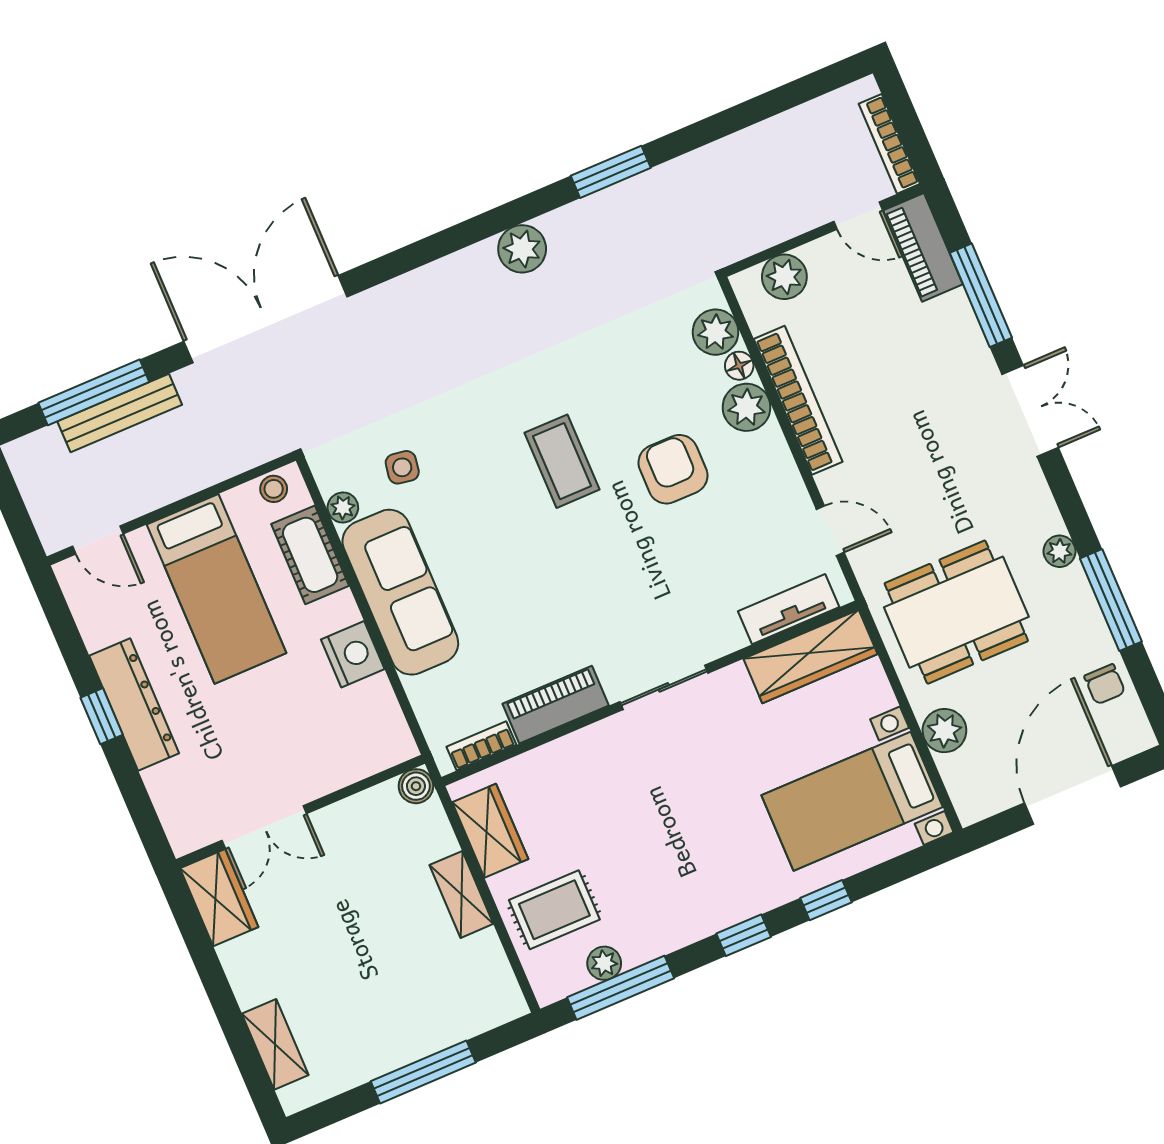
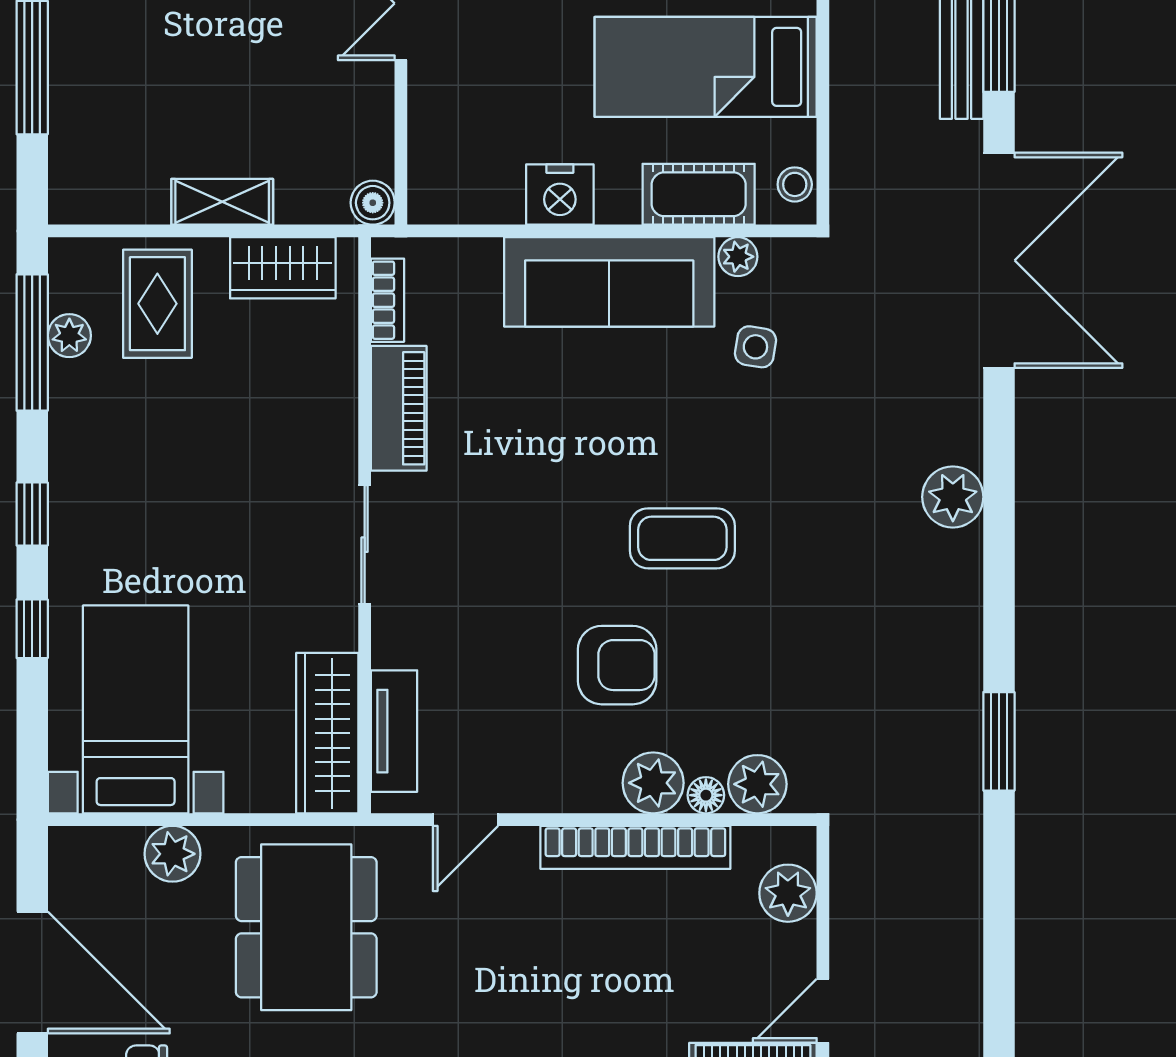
plant: (522, 249) -> (953, 497), moved

